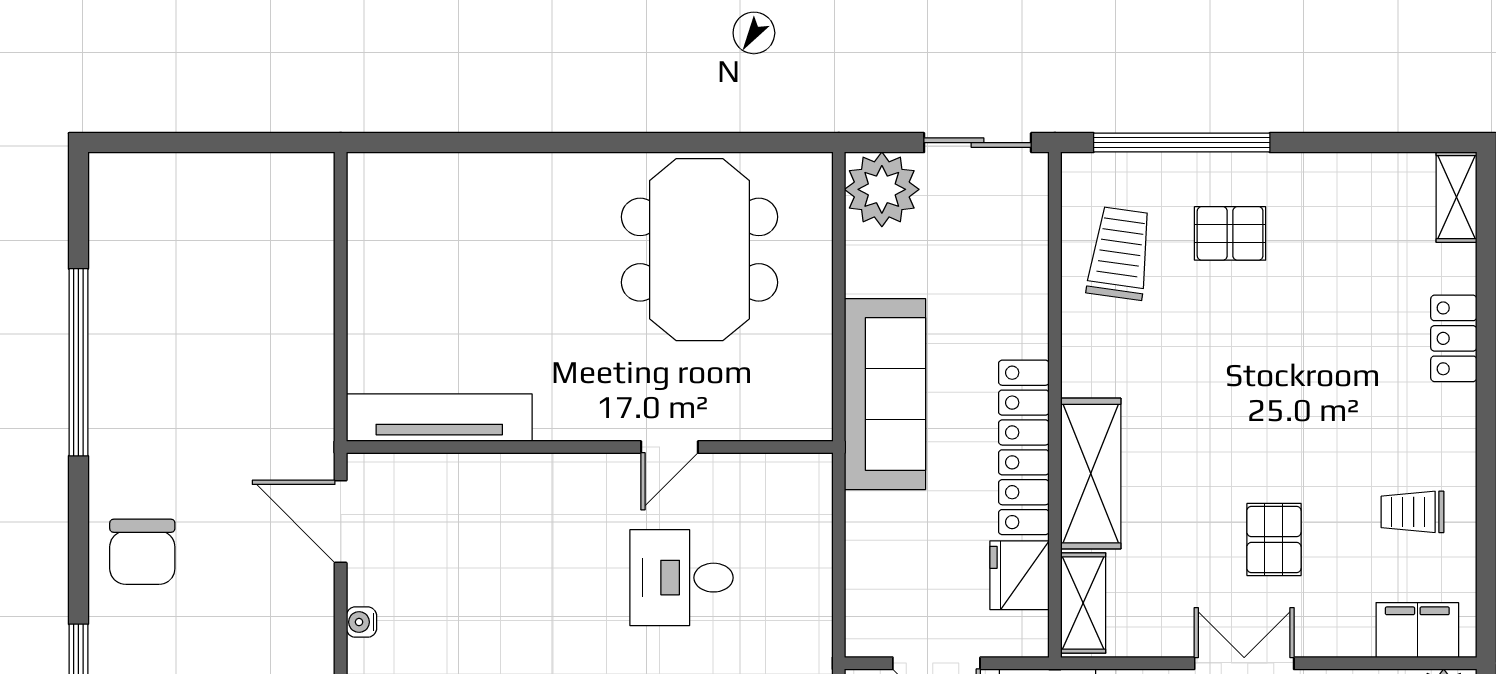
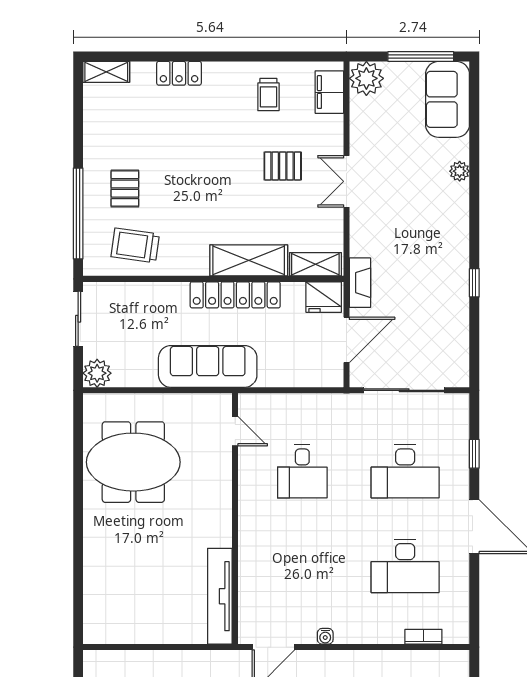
plant: (882, 189) -> (97, 373), width x0.73, depth x0.73
door: (669, 447) -> (235, 431), moved
fridge: (1020, 575) -> (324, 297), moved

